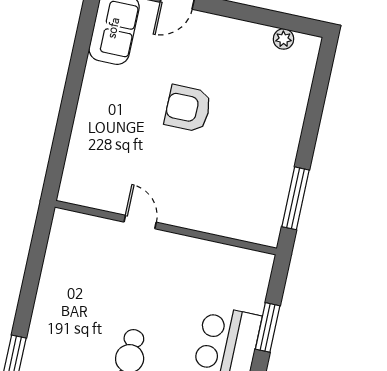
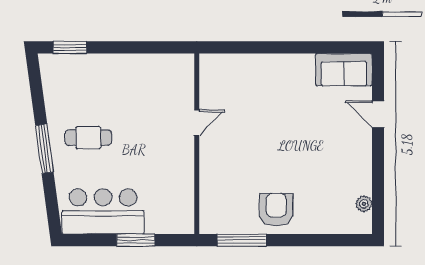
armchair: (188, 108) -> (276, 210), moved

